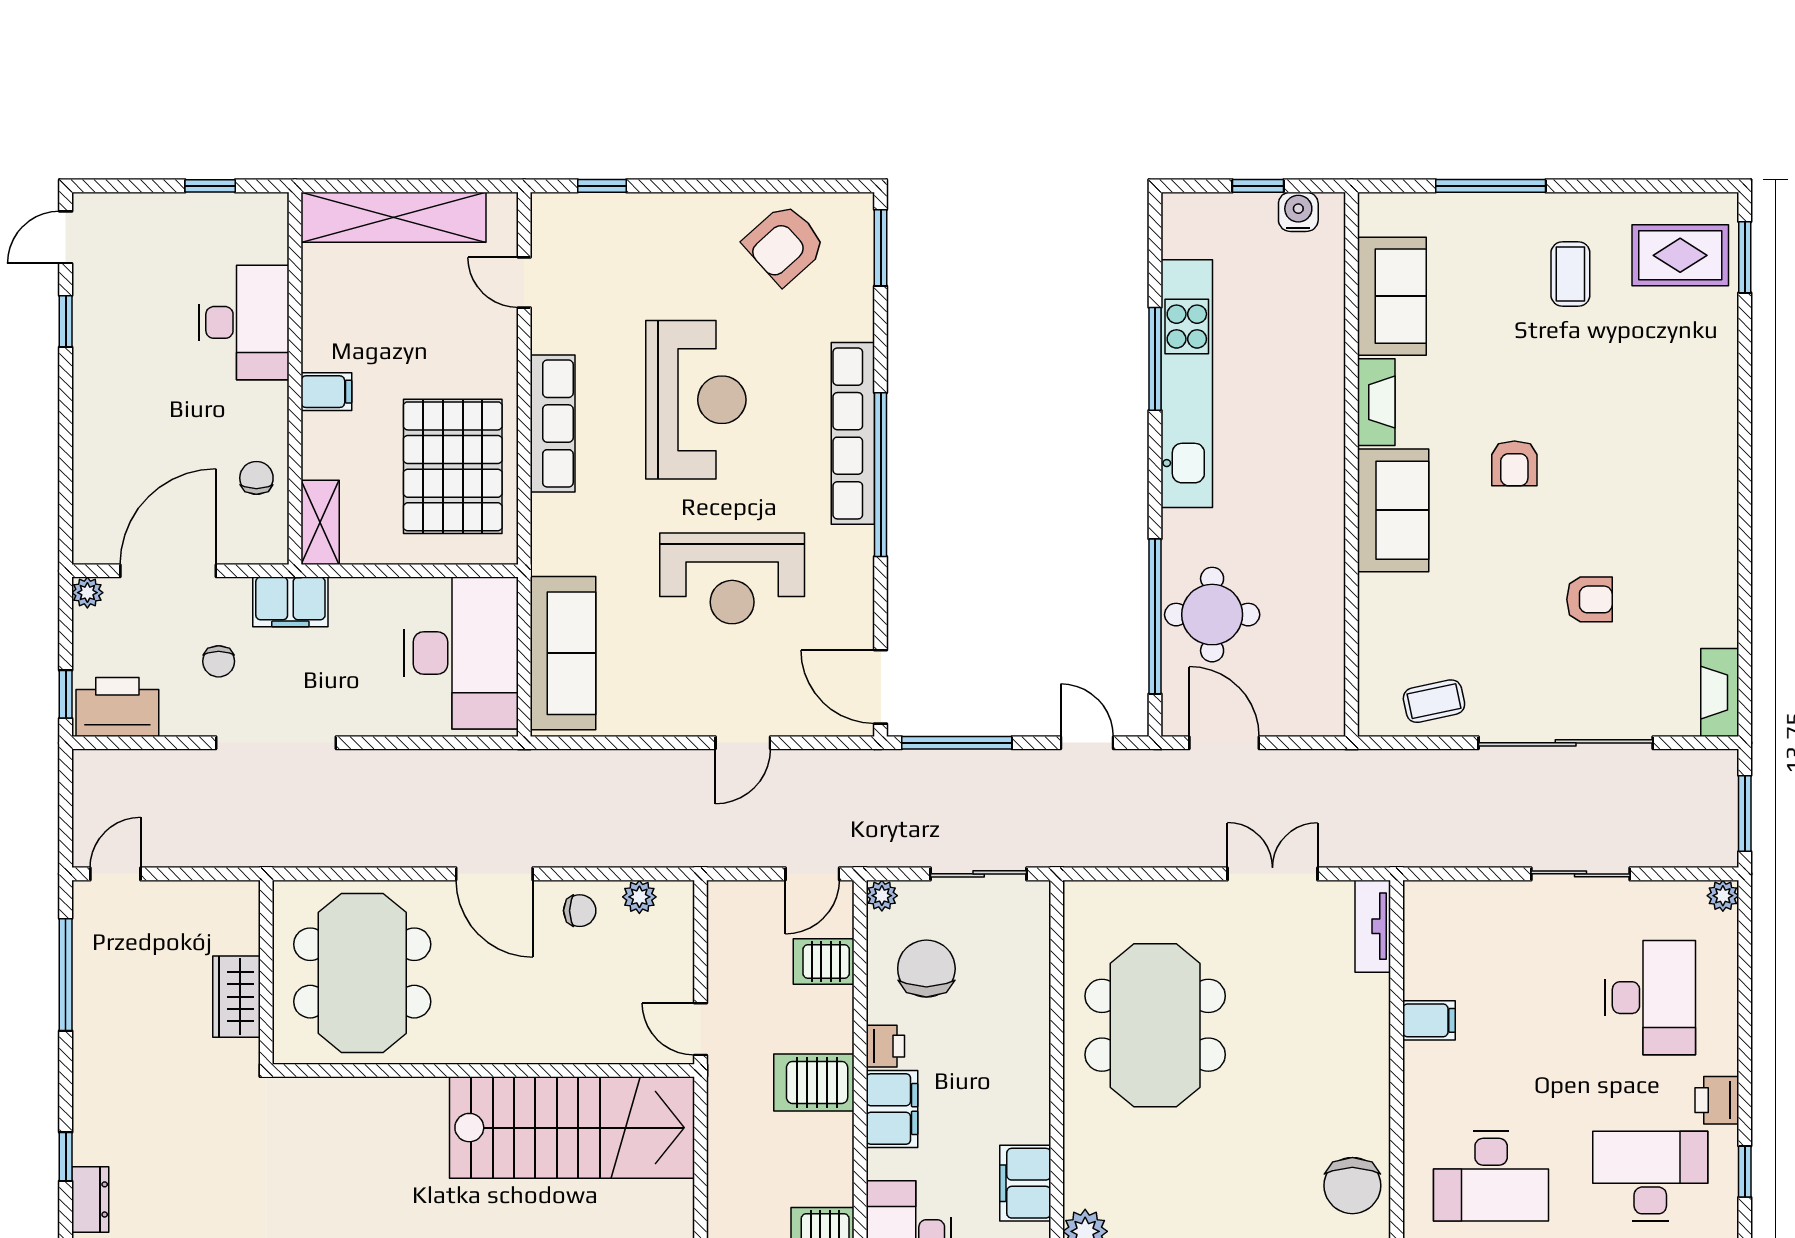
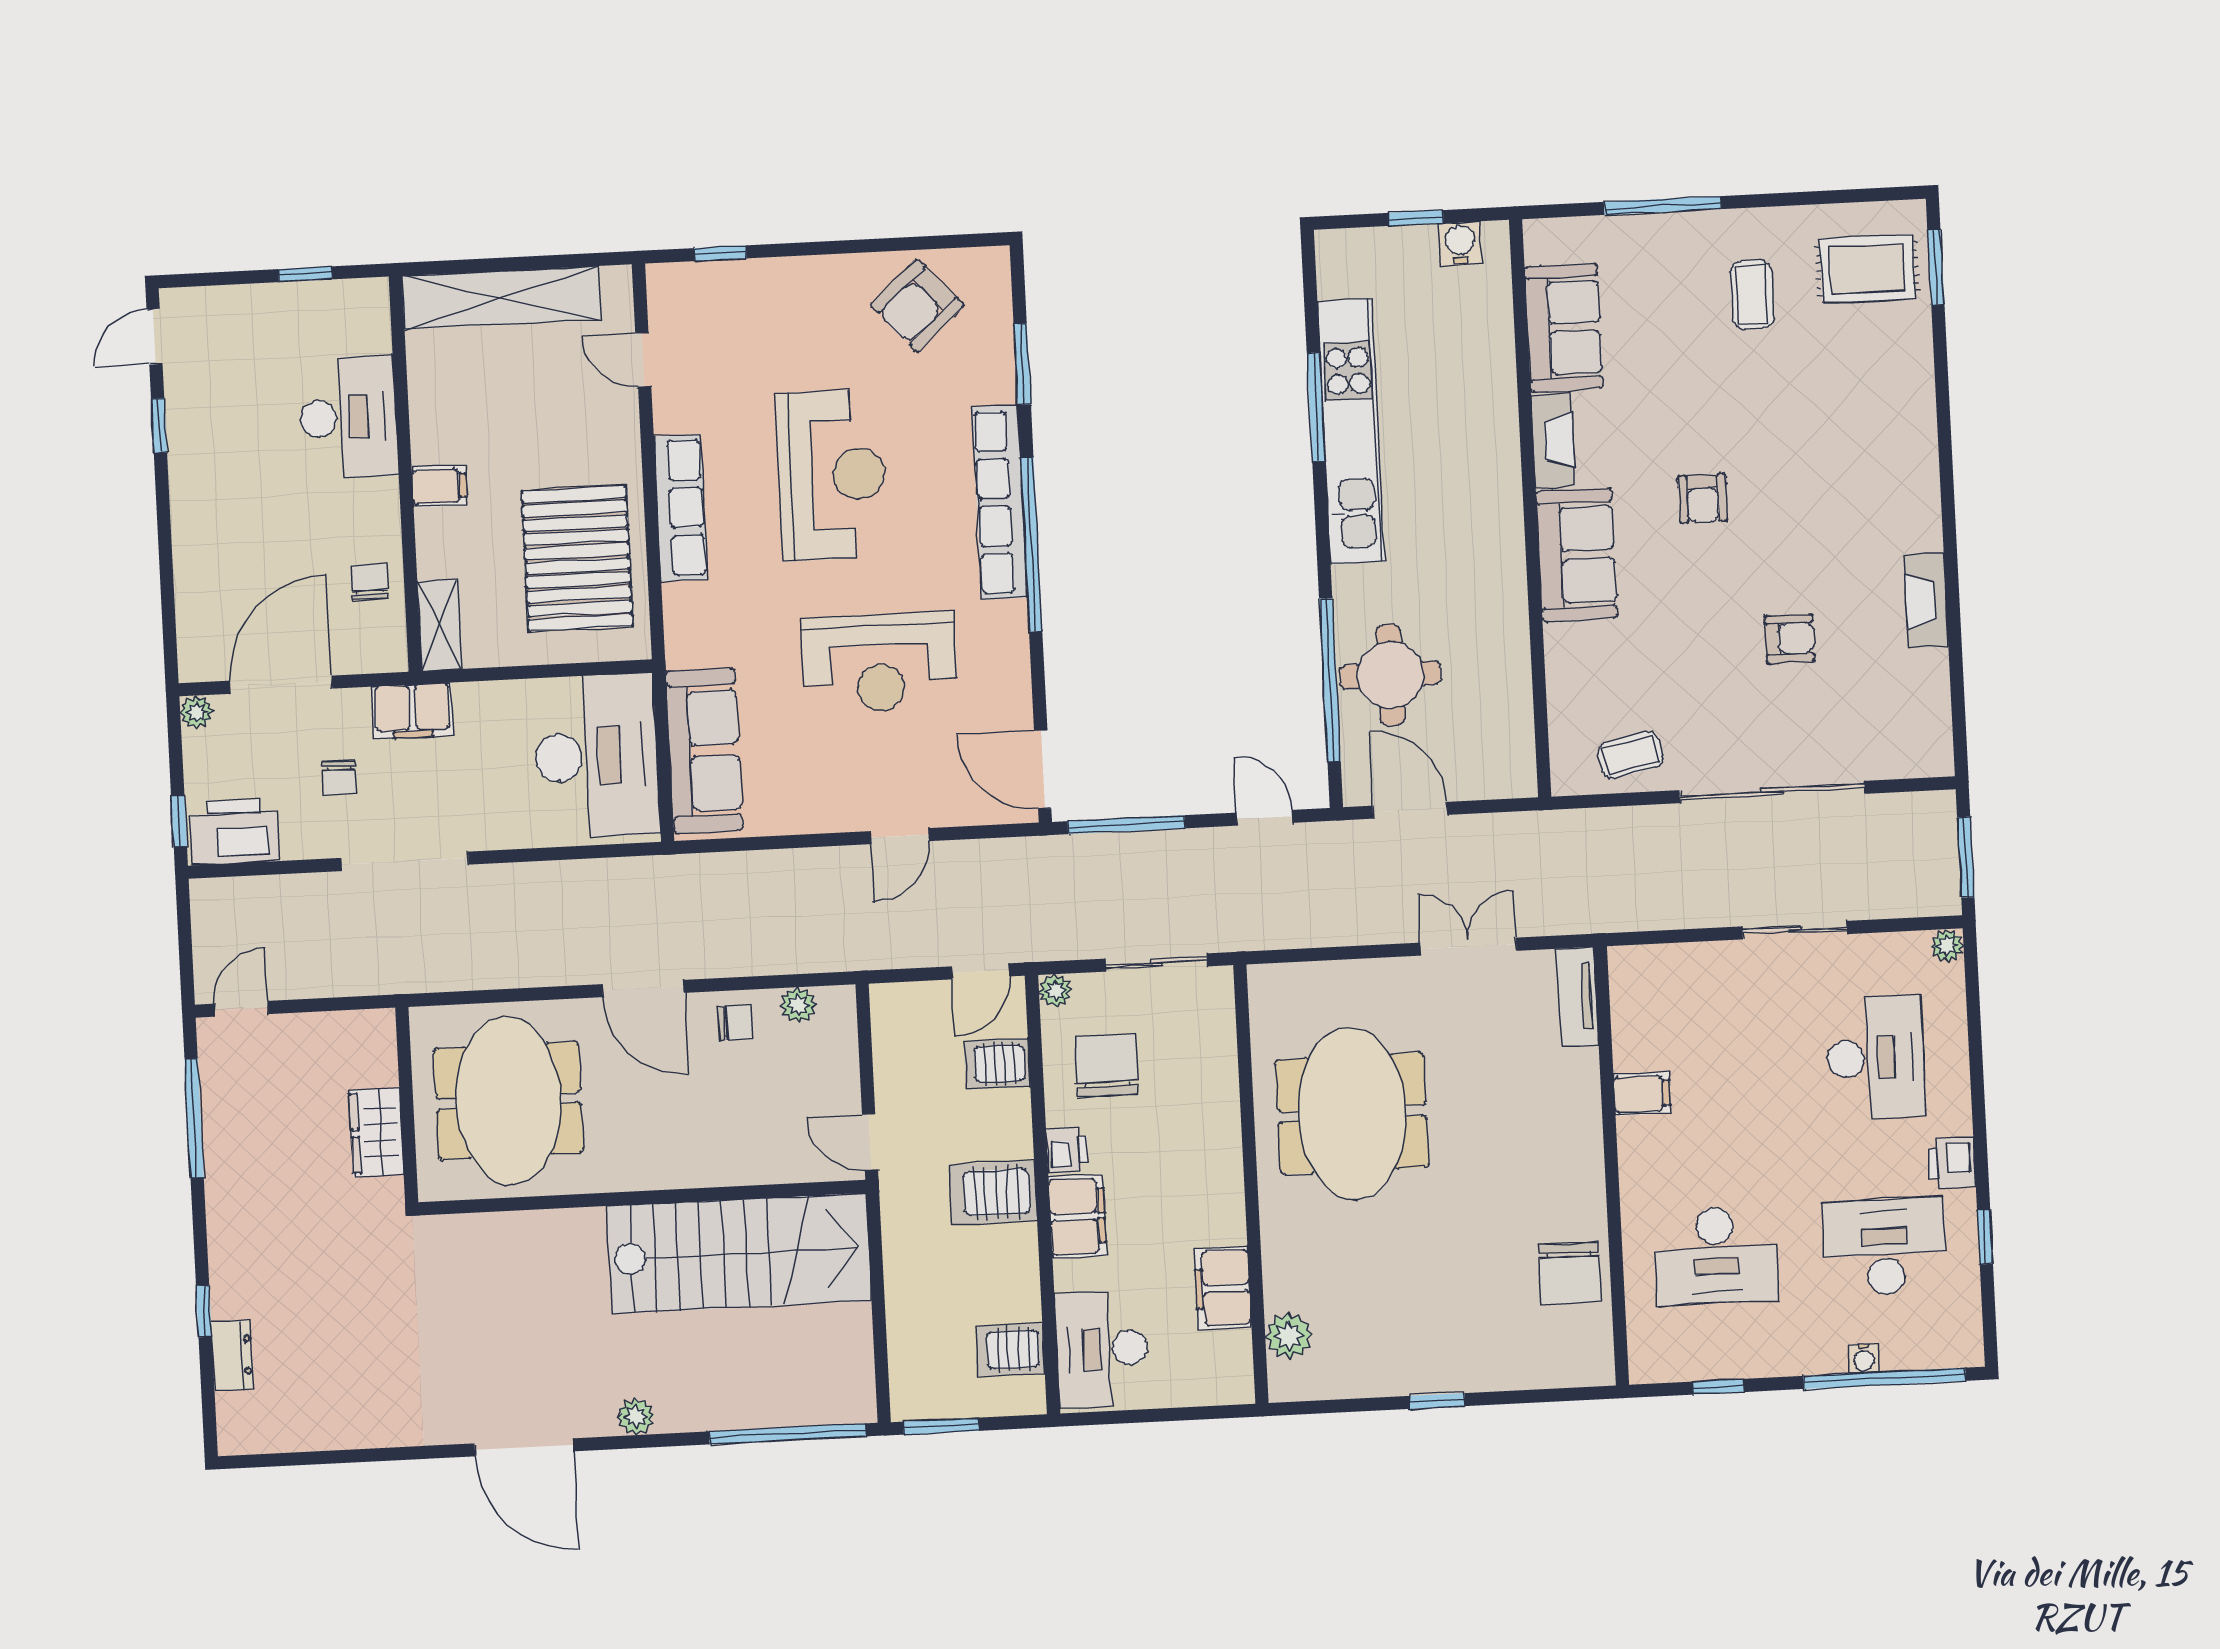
window: (881, 248) -> (1022, 364), moved
fireplace: (1720, 693) -> (1926, 601), moved

